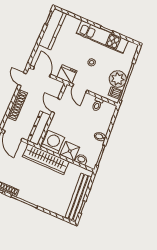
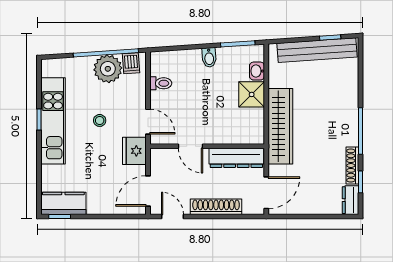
kitchen counter: (52, 29) -> (63, 203), width x0.67
door: (22, 79) -> (172, 217), swing flipped
door: (80, 88) -> (148, 122), hinge flipped
door: (56, 106) -> (191, 146), hinge flipped
washing machine: (53, 142) -> (249, 127), removed

